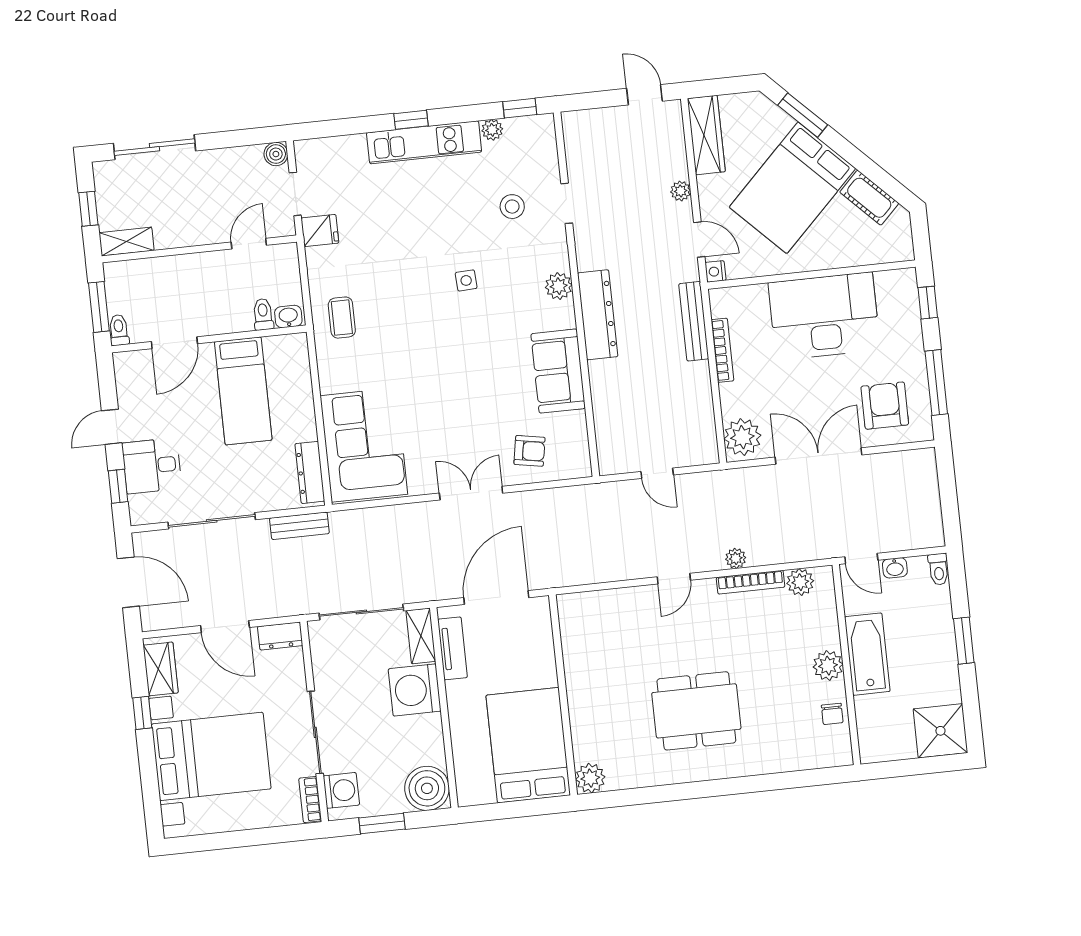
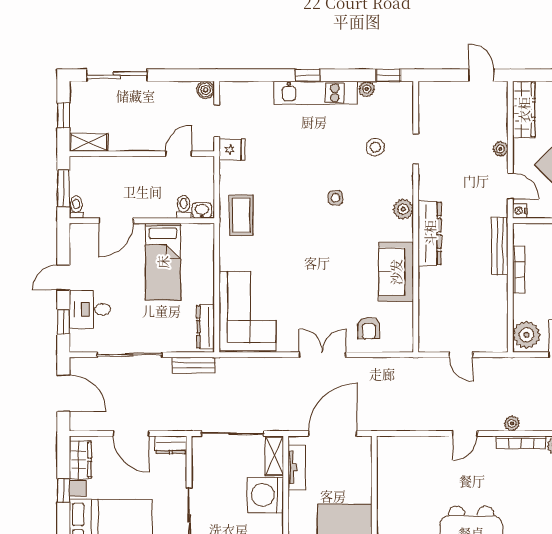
coffee table: (342, 318) -> (241, 215), width x1.36, depth x1.30
armchair: (529, 451) -> (369, 328), turned 80

